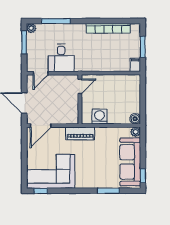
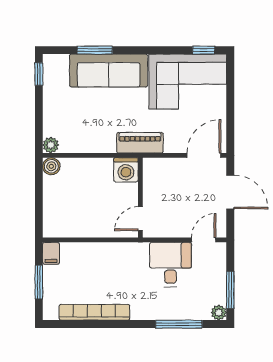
washing machine: (100, 117) -> (126, 170), moved
sofa: (130, 162) -> (109, 70), moved, turned 90

